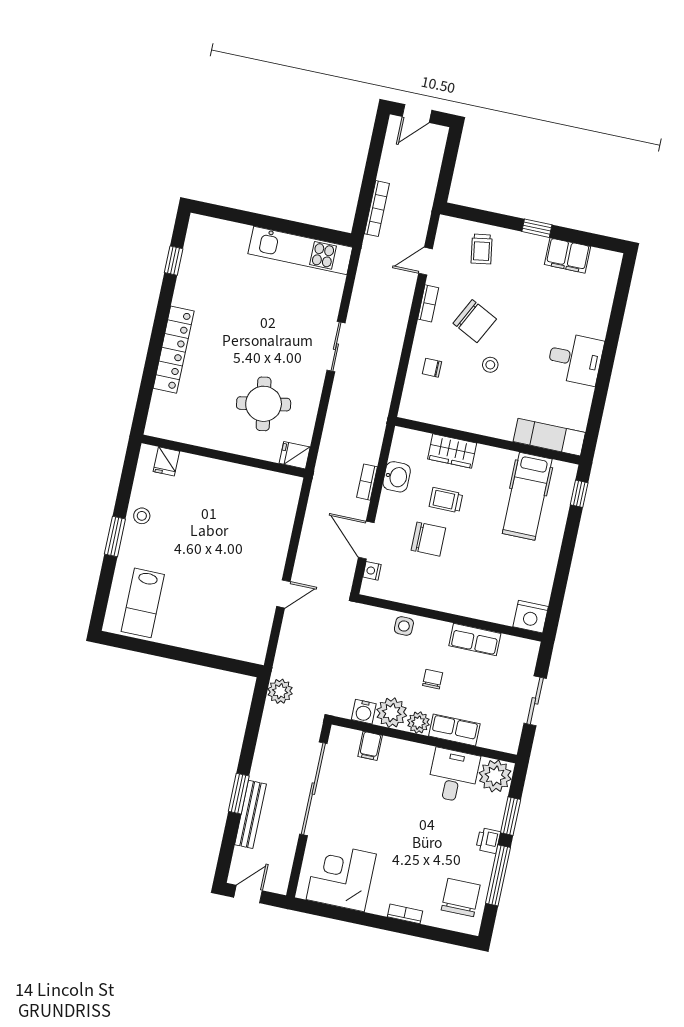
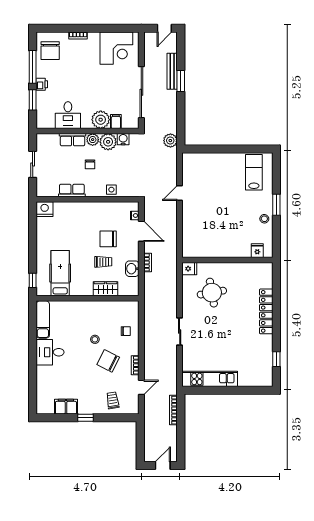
exam couch: (549, 437) -> (43, 320), moved, turned -90
plant: (495, 776) -> (101, 120), moved

